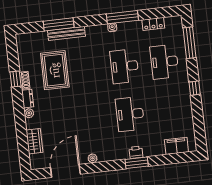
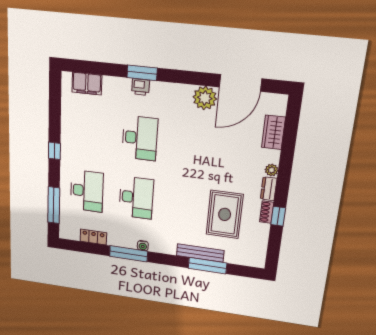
plant: (93, 158) -> (205, 98), width x1.88, depth x1.88

